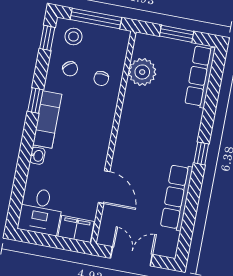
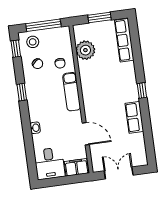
exam couch: (47, 119) -> (72, 92), moved, turned 180
row of seats: (177, 197) -> (134, 117), width x0.68

